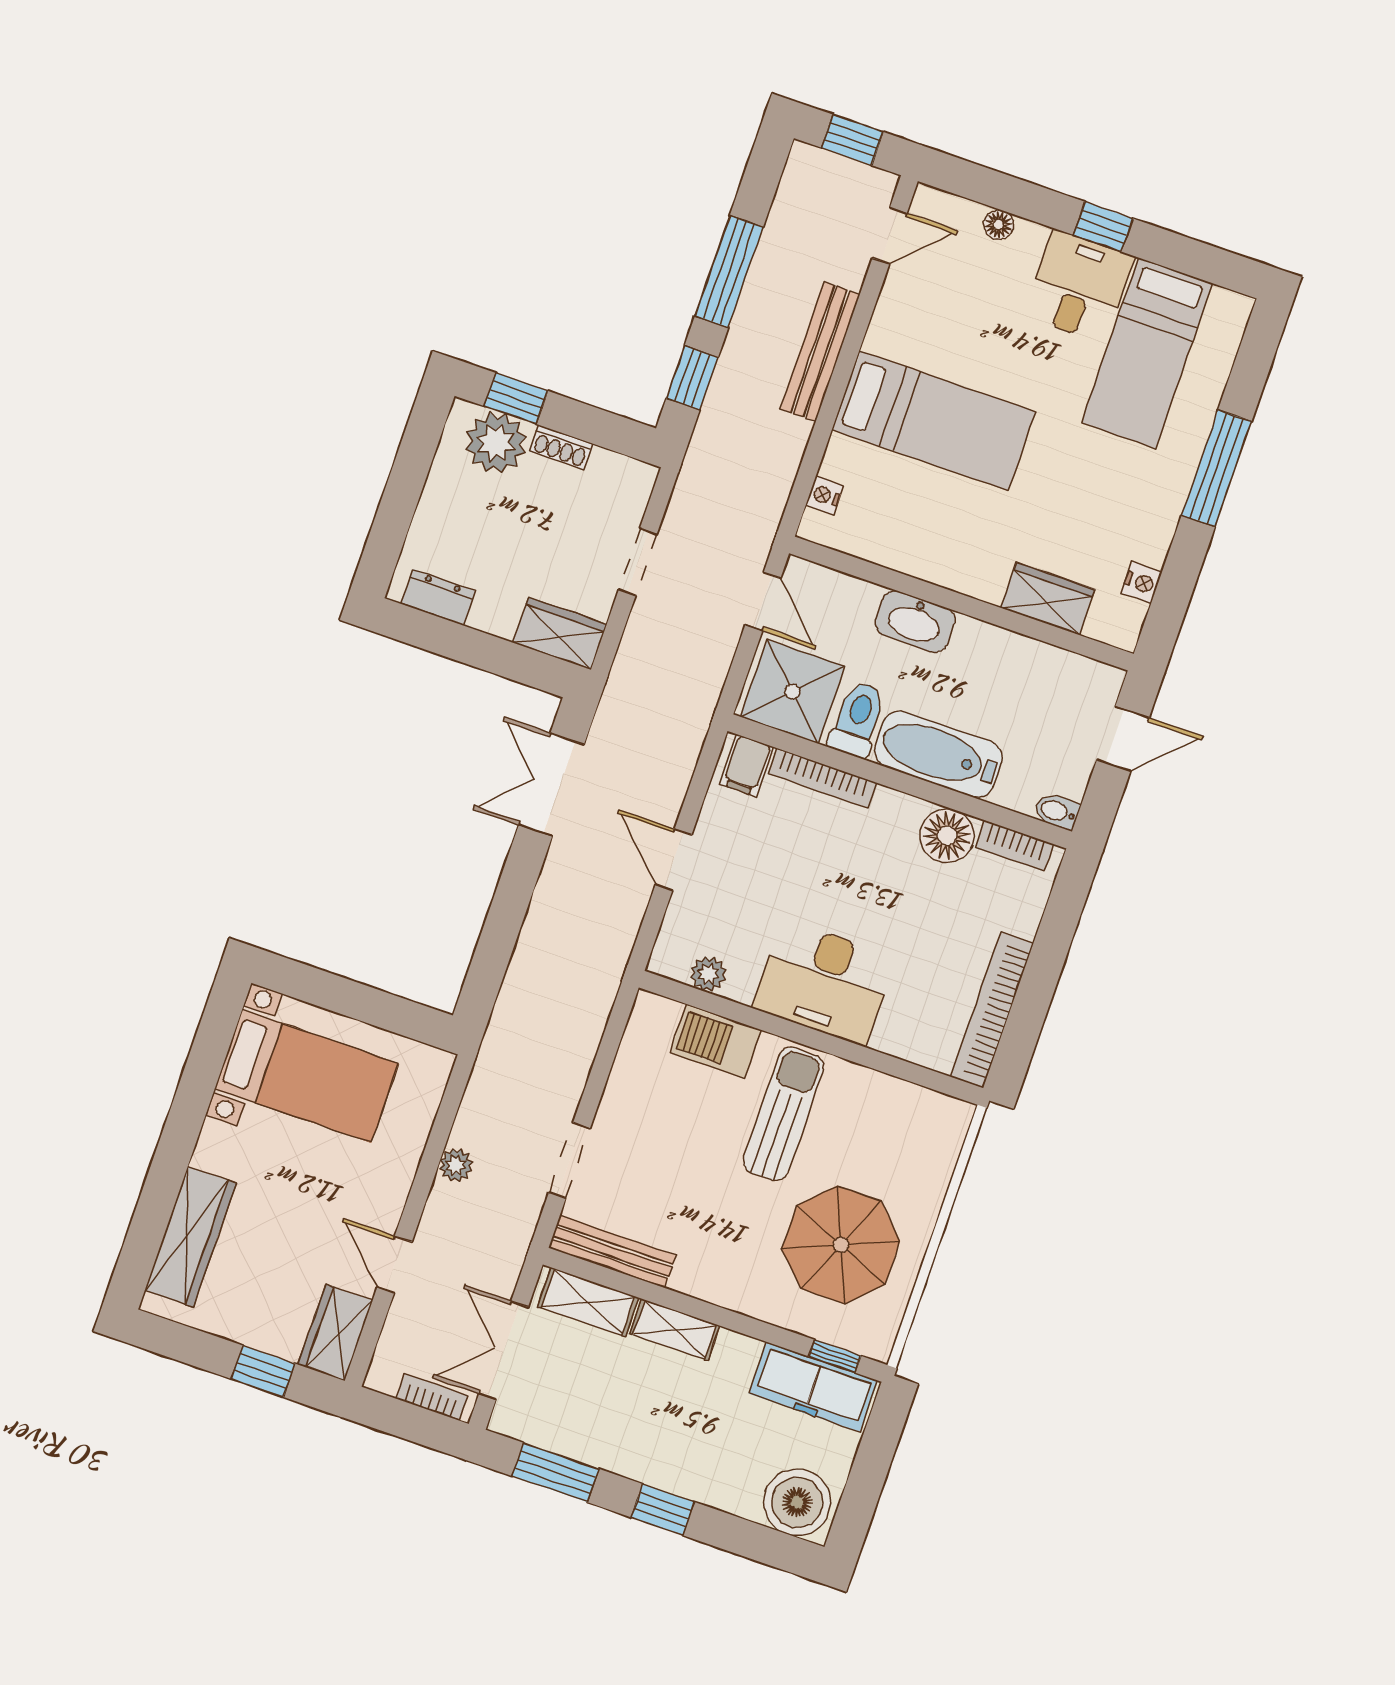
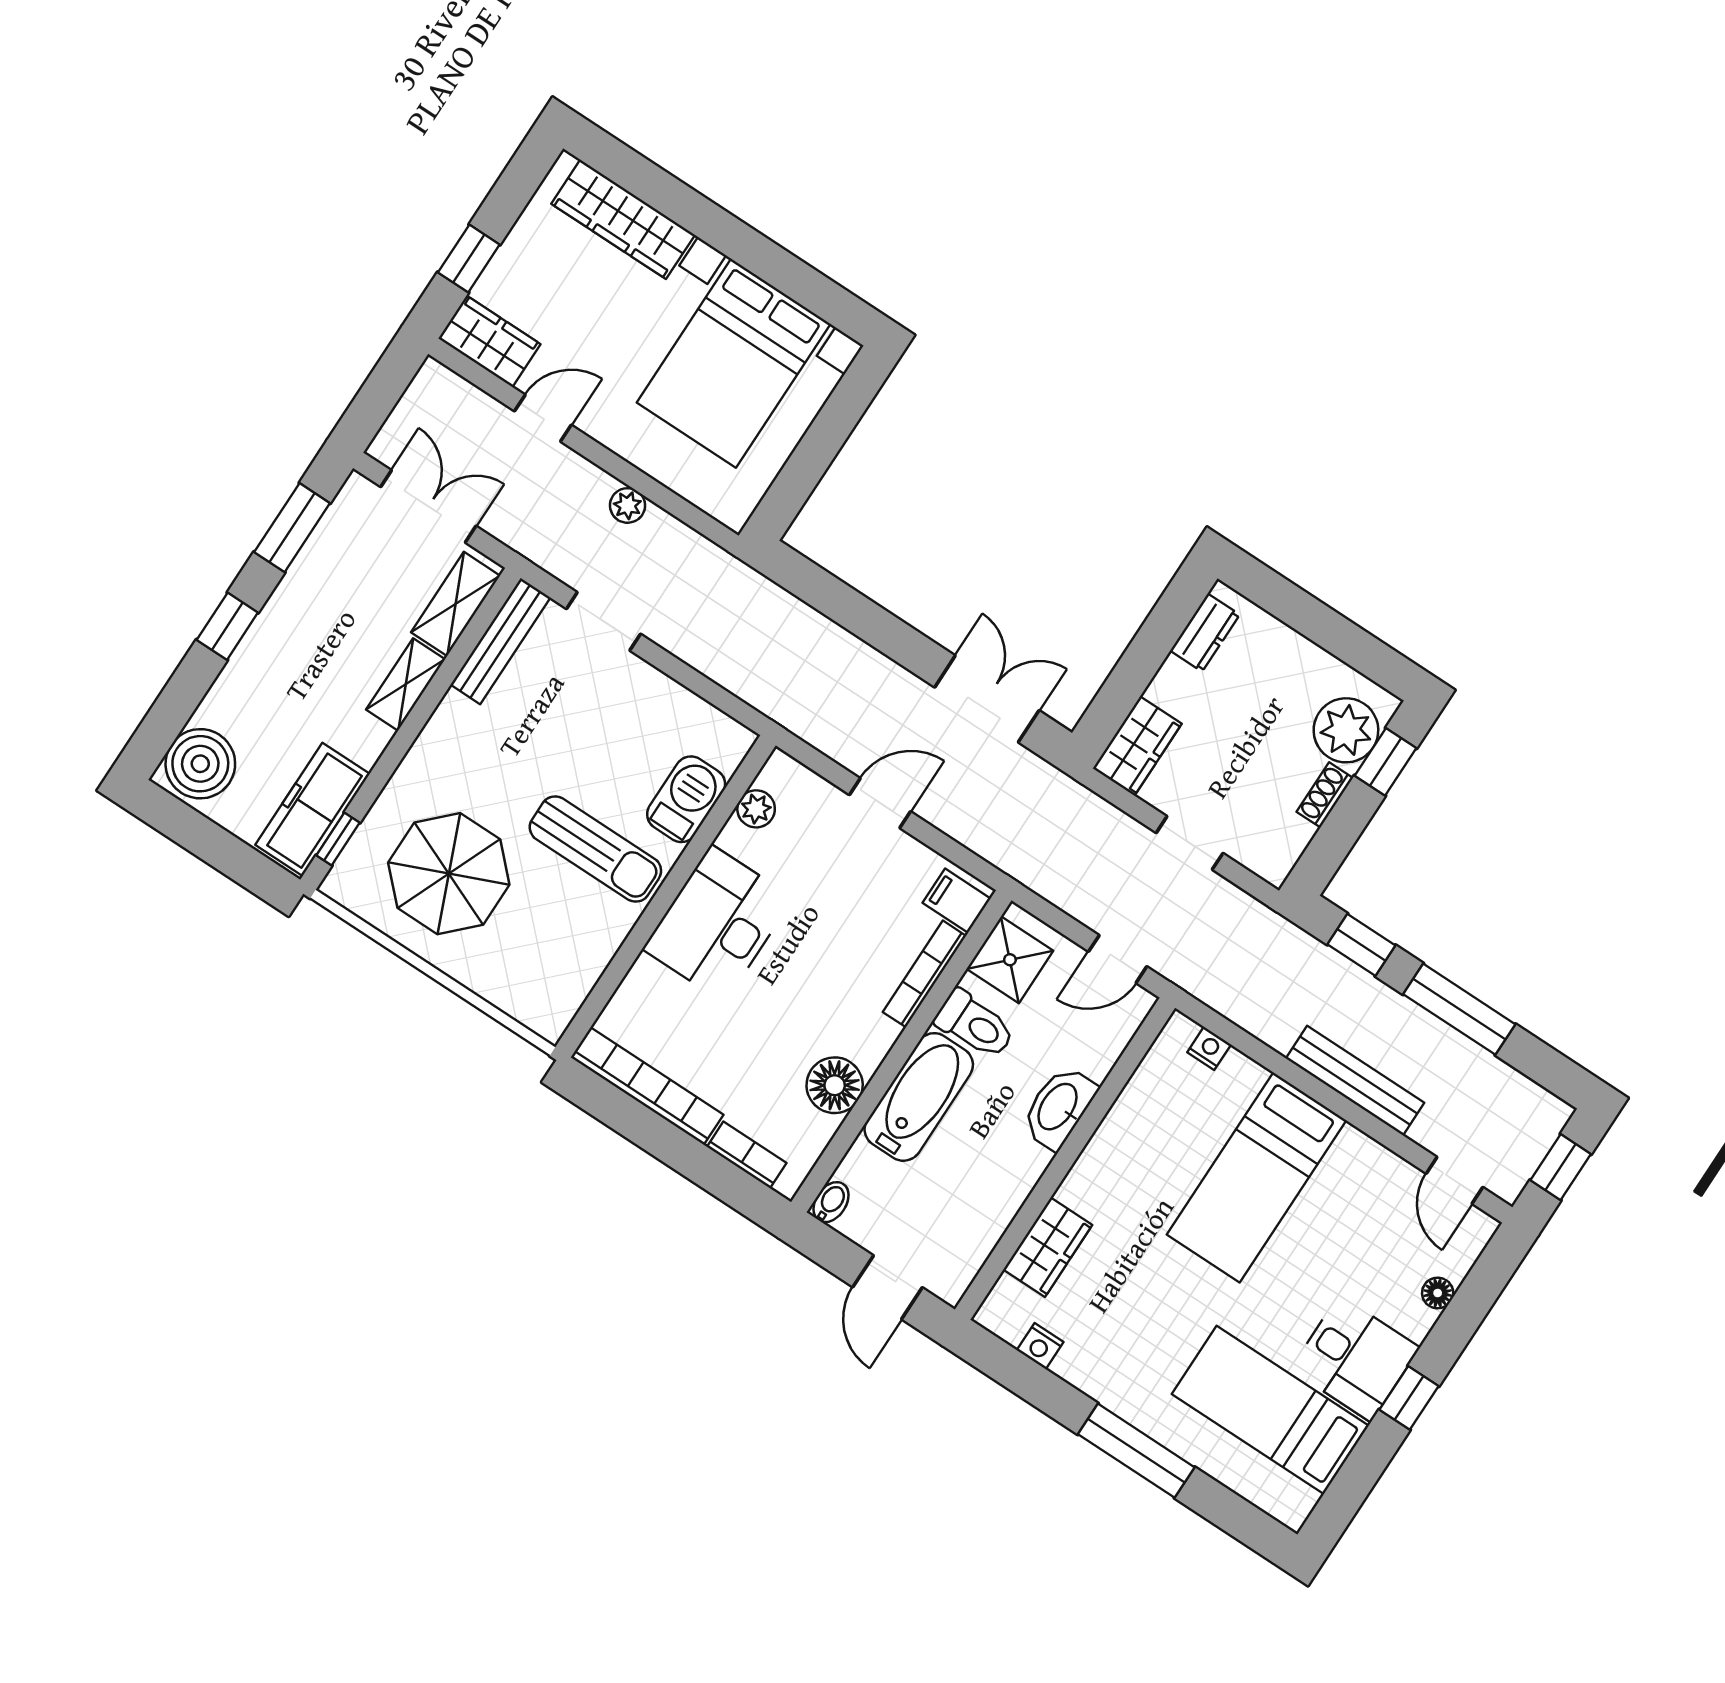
shower: (793, 691) -> (1010, 960), width x0.73, depth x0.73
bookcase: (1014, 846) -> (747, 1155), moved, turned 90
bed with nightstands: (307, 1076) -> (734, 363), width x1.36
bookcase: (432, 1397) -> (400, 422), removed

